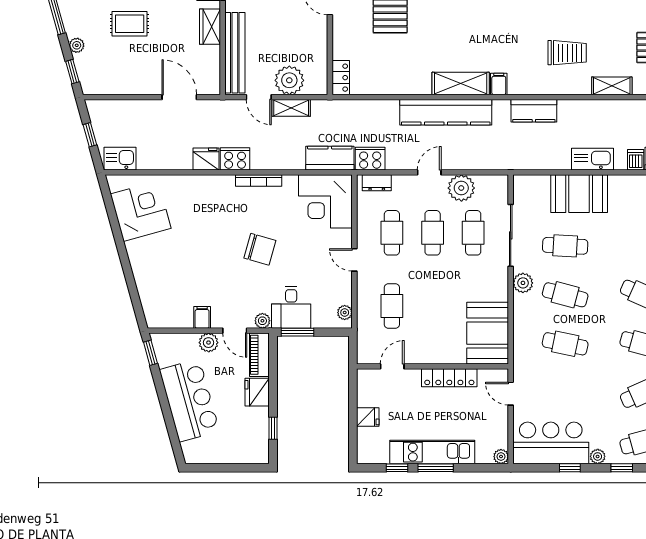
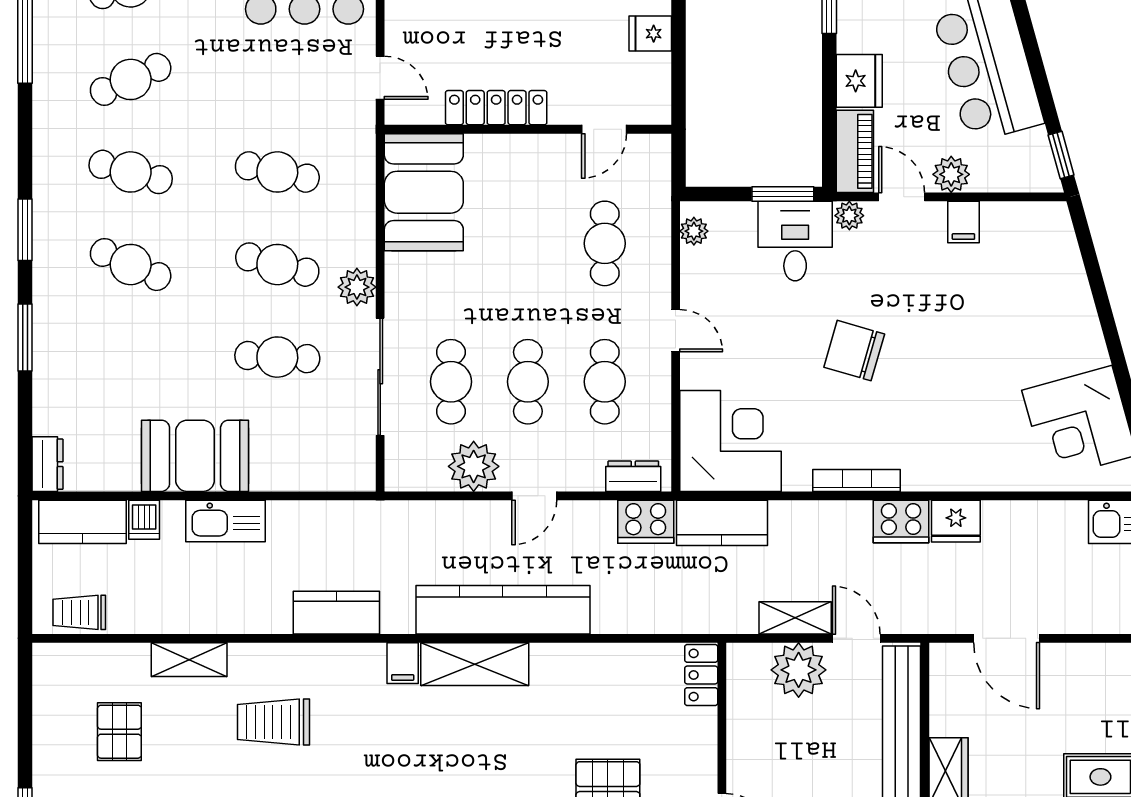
booth: (579, 194) -> (195, 456), moved

